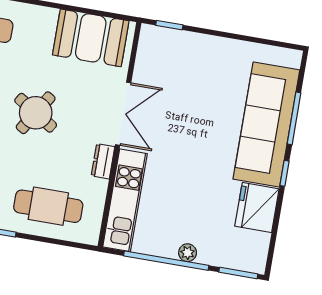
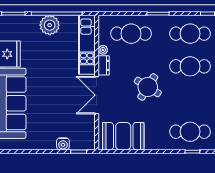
water cooler: (193, 43) -> (63, 144), added
plant: (100, 187) -> (103, 50), added
plant: (188, 253) -> (50, 25), width x1.87, depth x1.87

